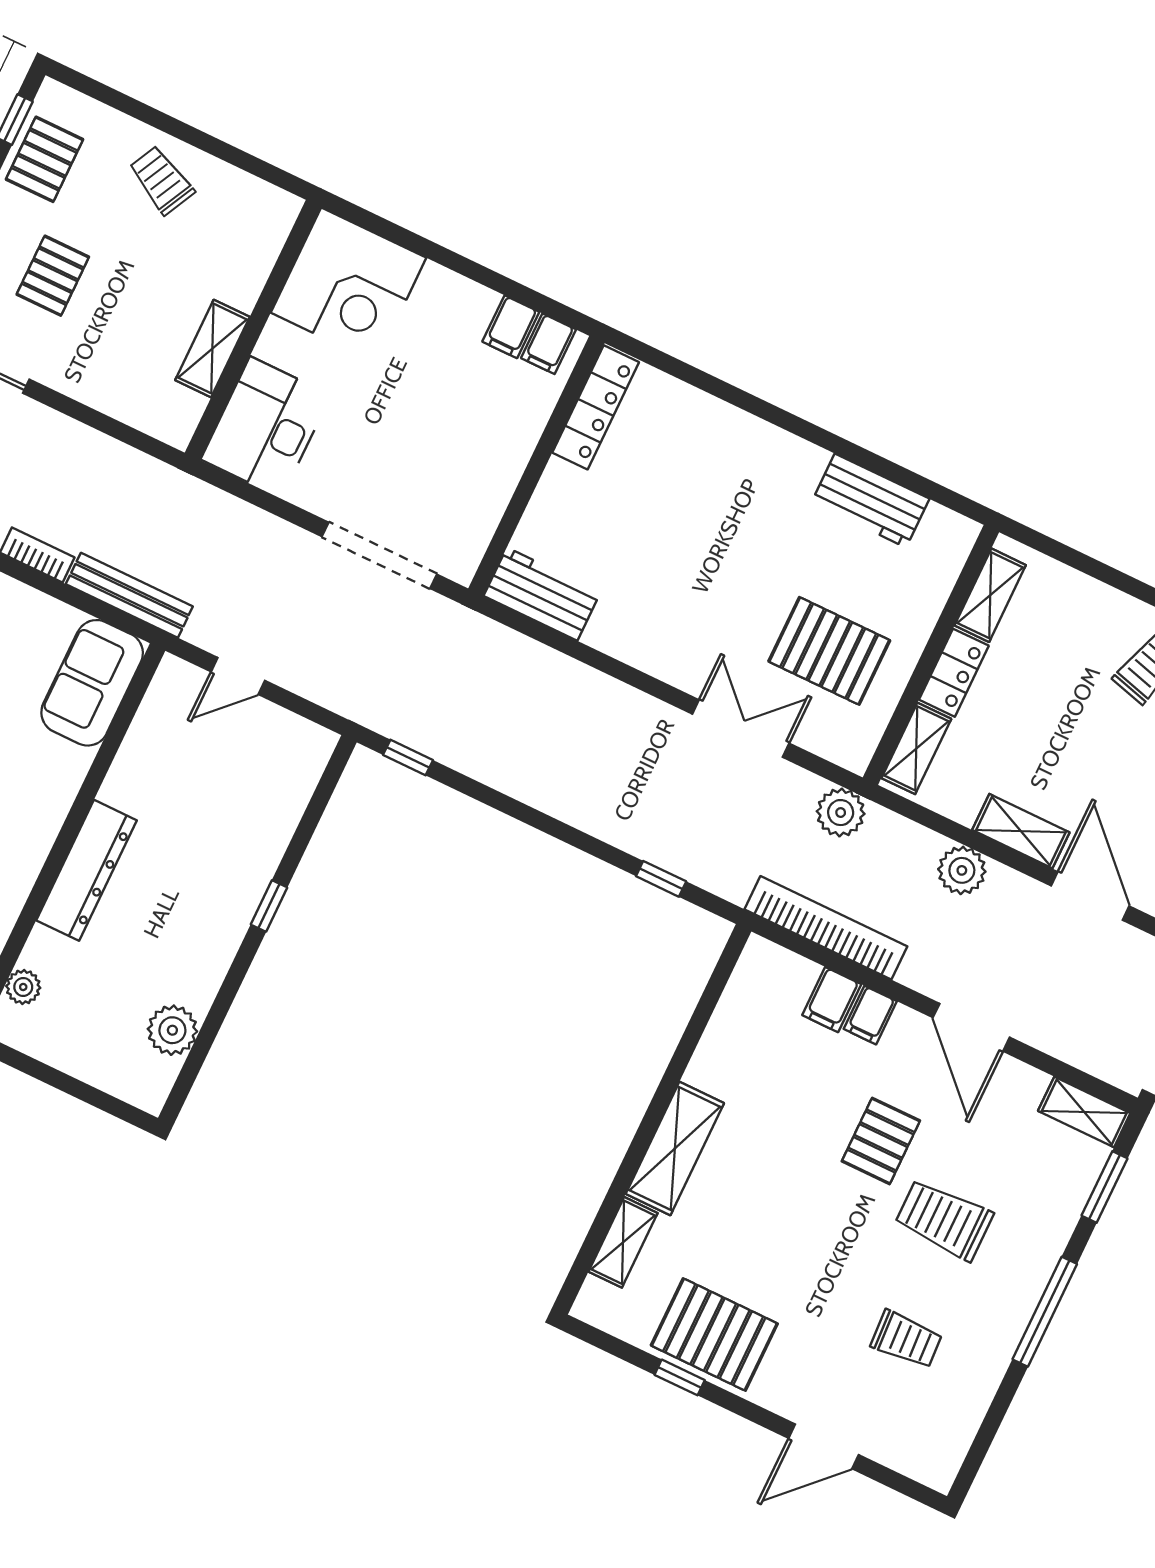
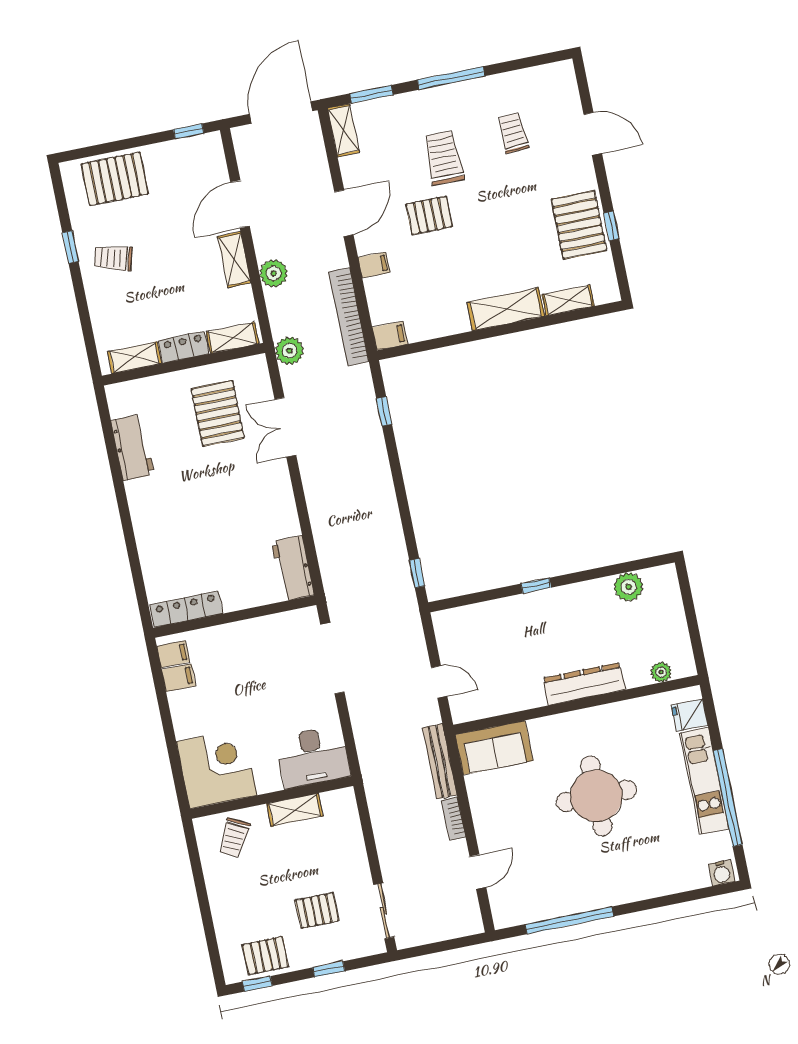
trolley: (162, 180) -> (234, 838), moved
filing cabinet: (832, 1000) -> (390, 336), moved
trolley: (944, 1220) -> (444, 158), turned 180

